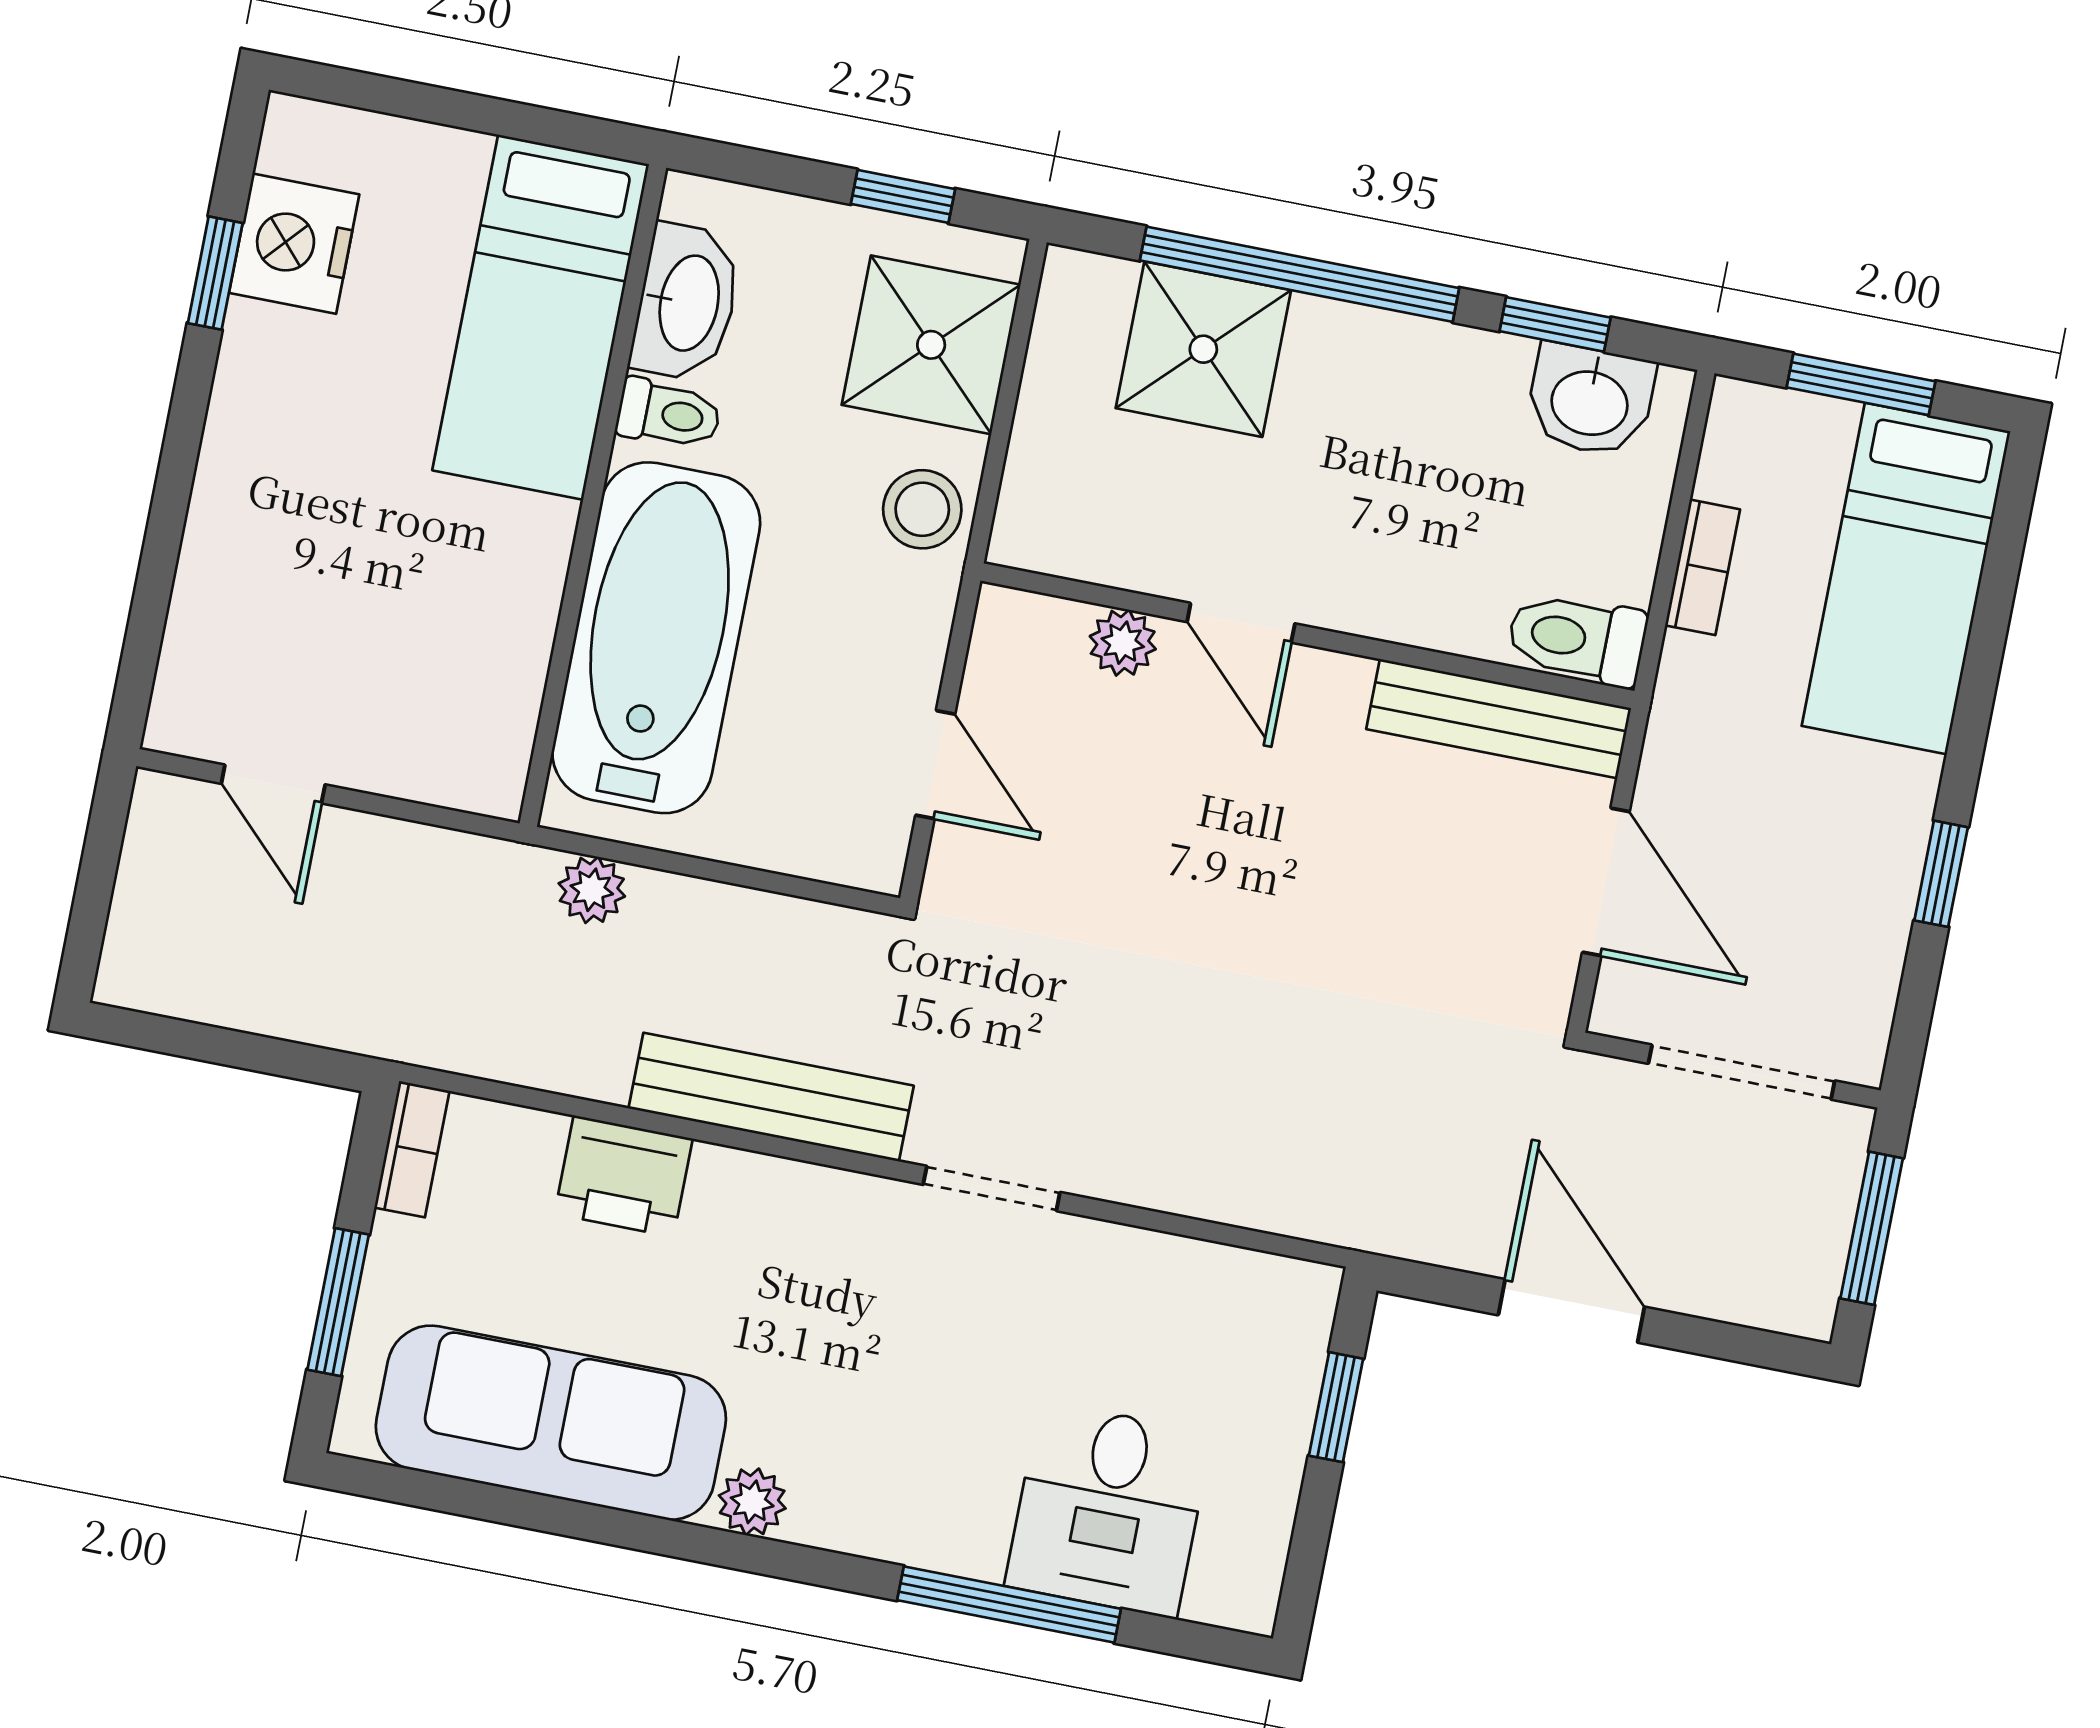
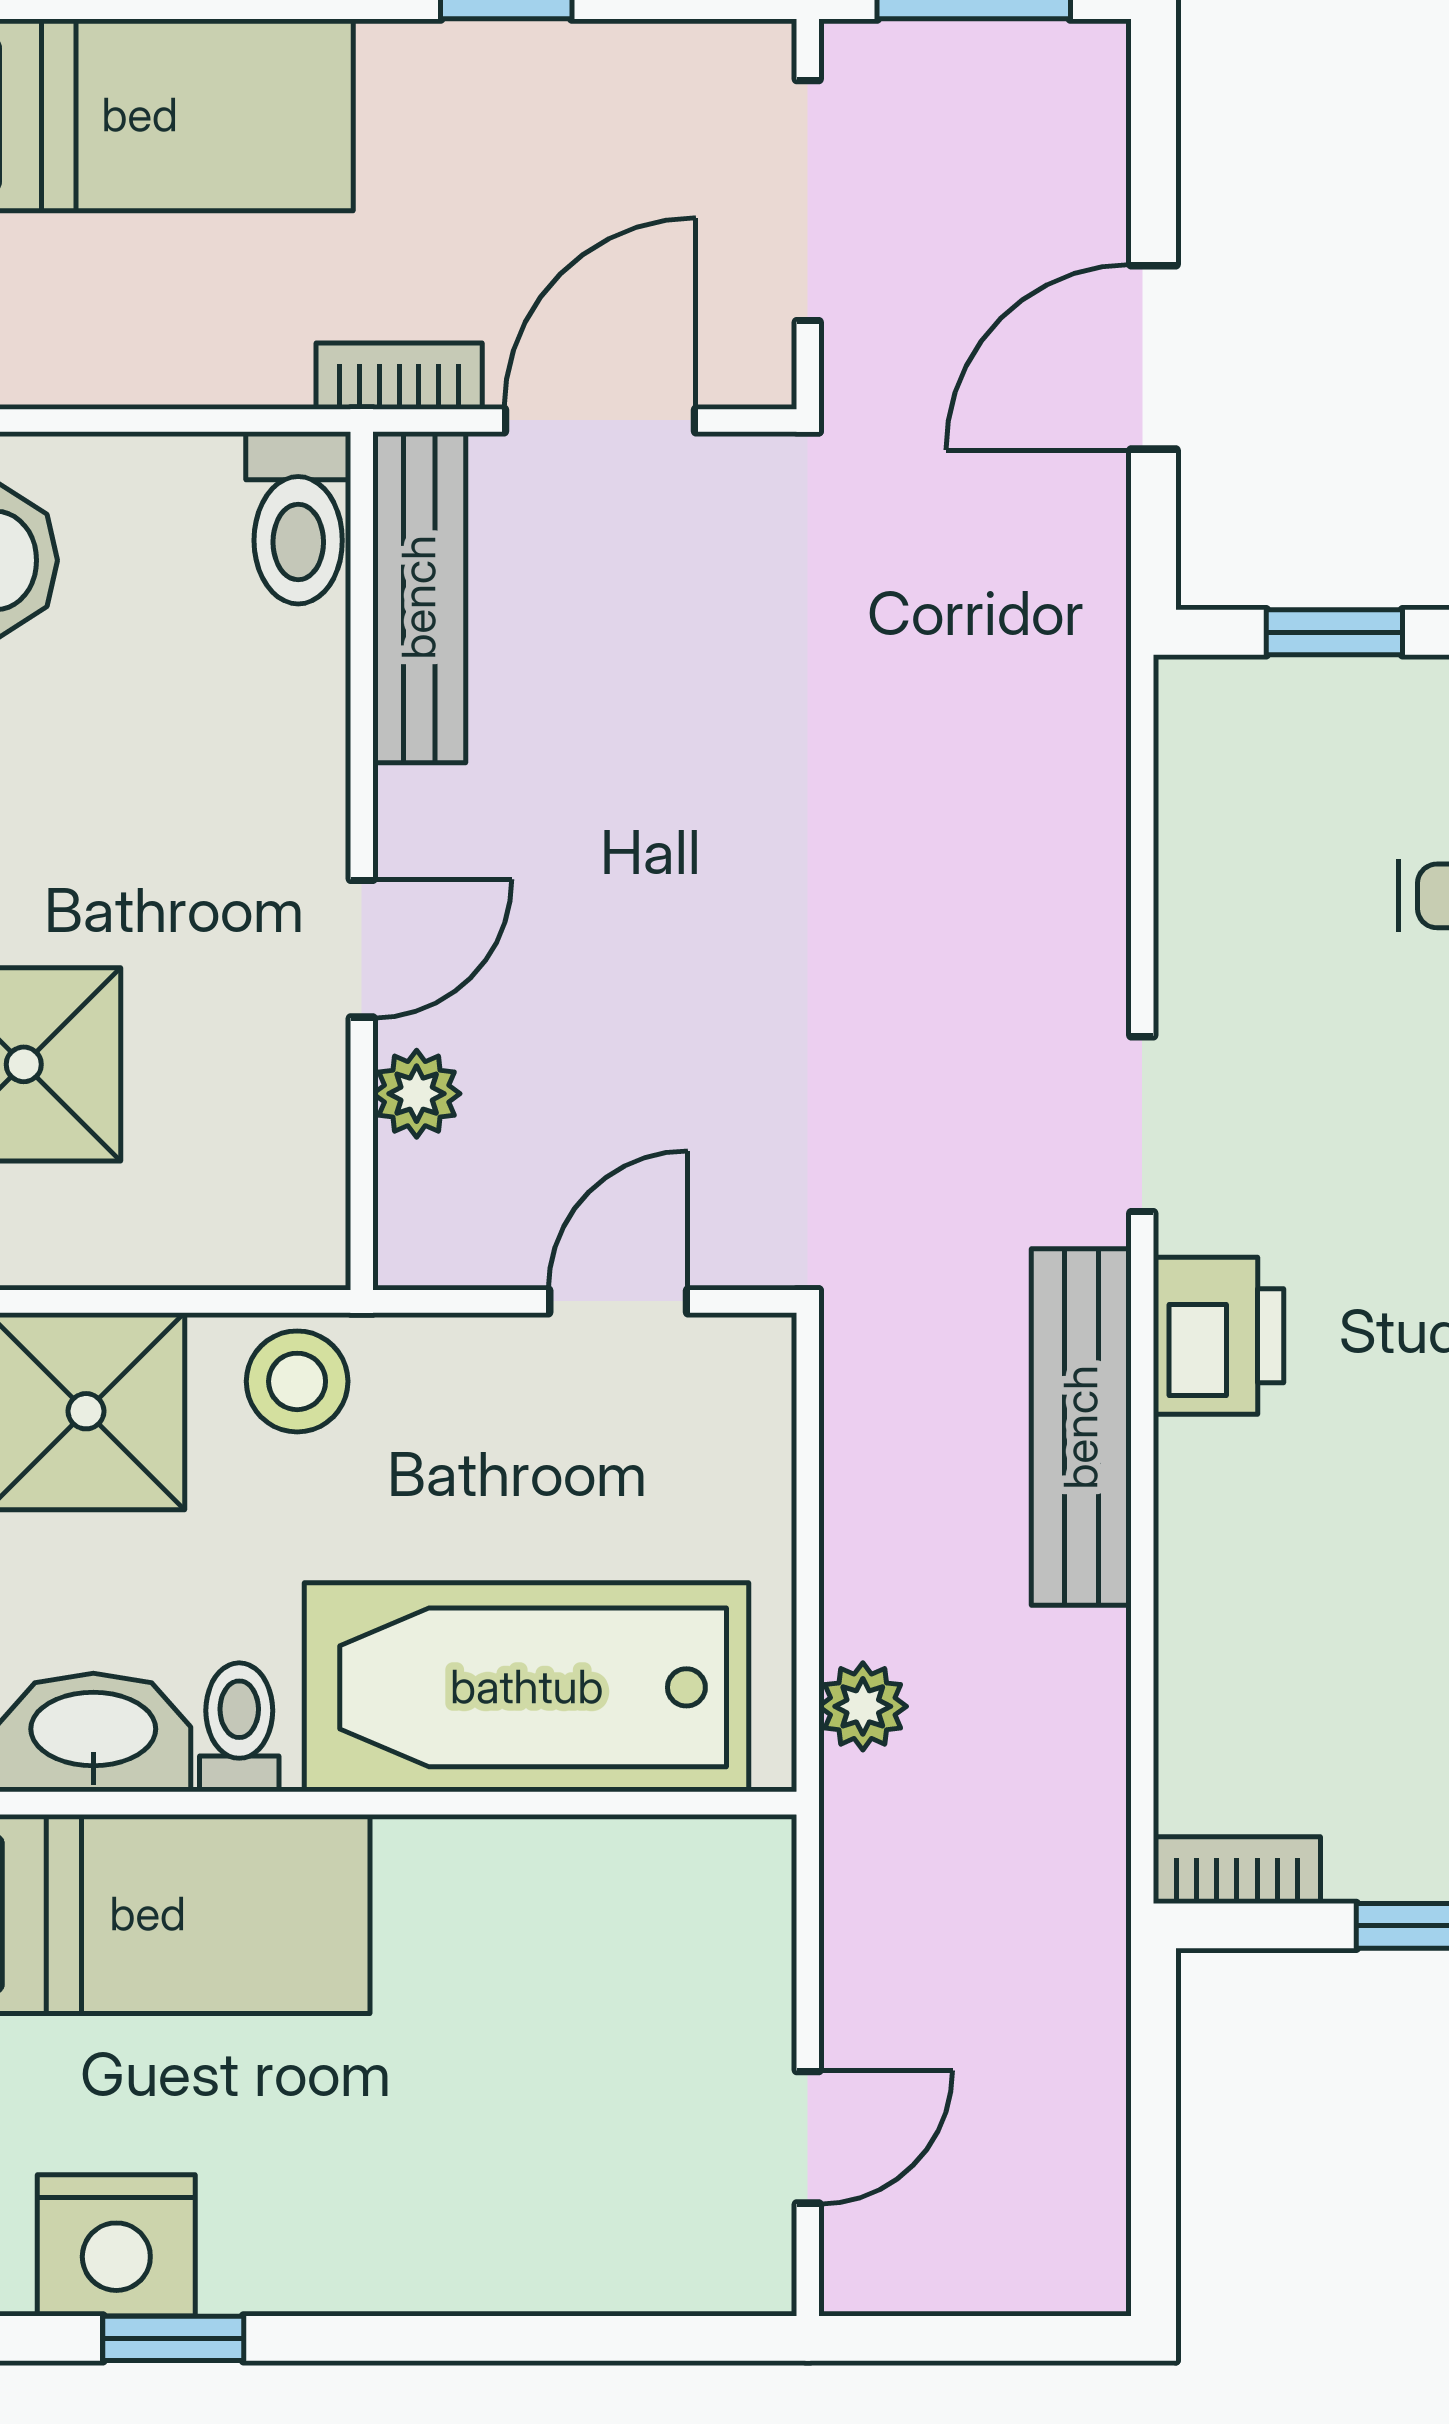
bookcase: (1703, 567) -> (399, 376), moved
printer: (624, 1176) -> (1219, 1336), moved

